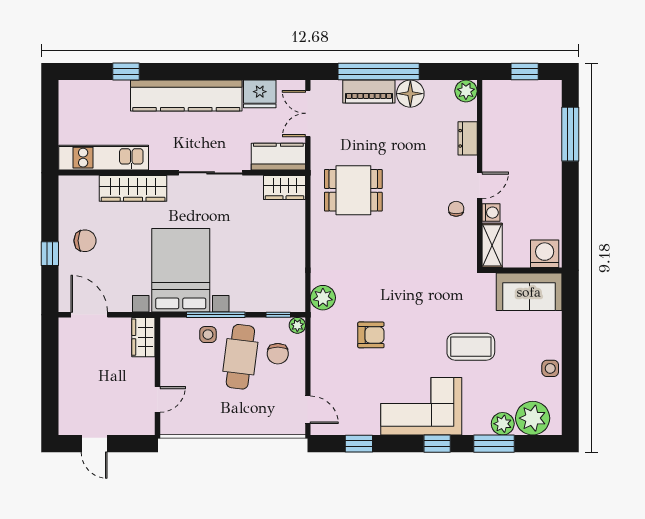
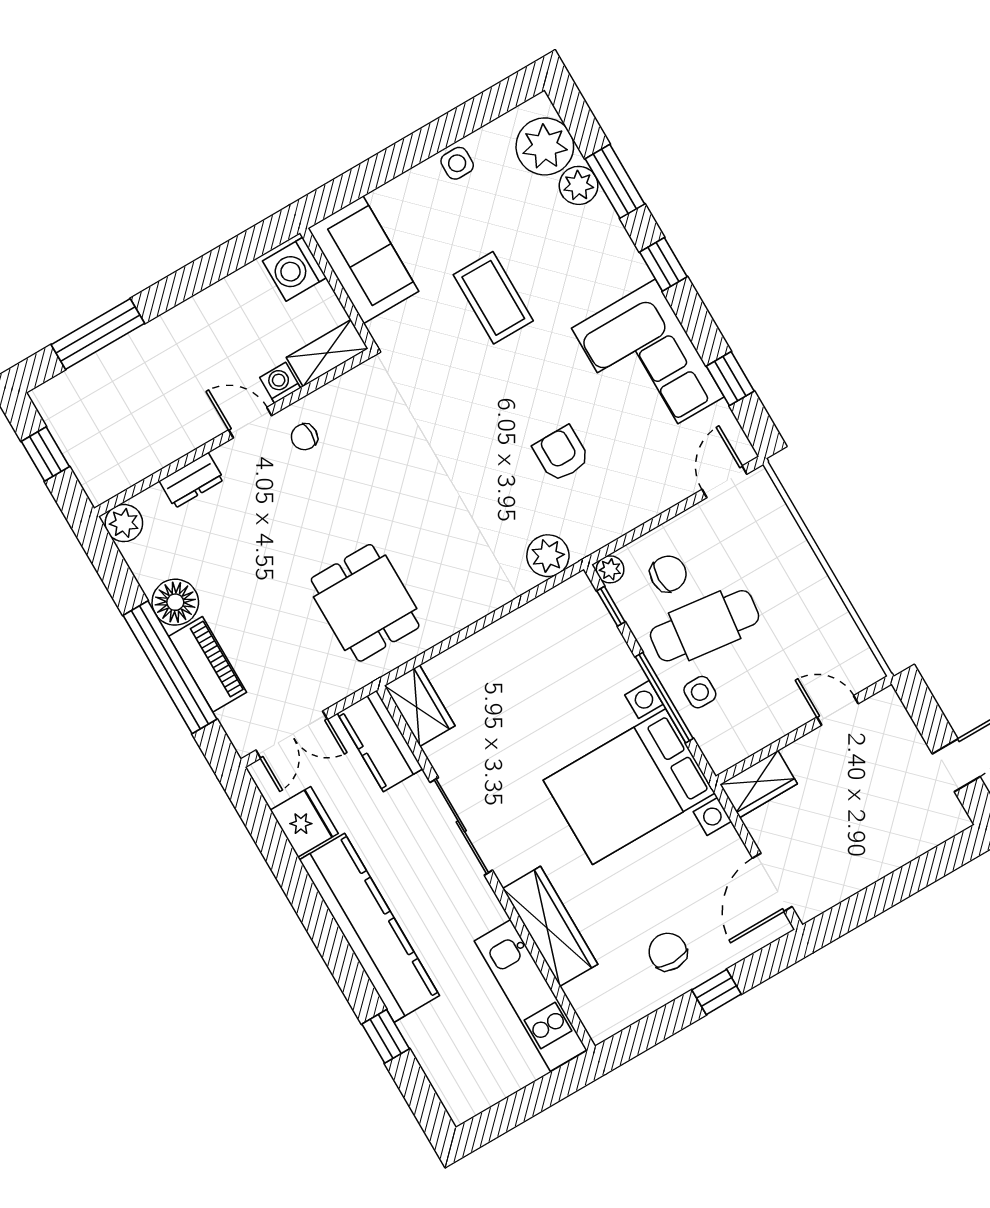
corner sofa: (421, 406) -> (648, 362), moved

